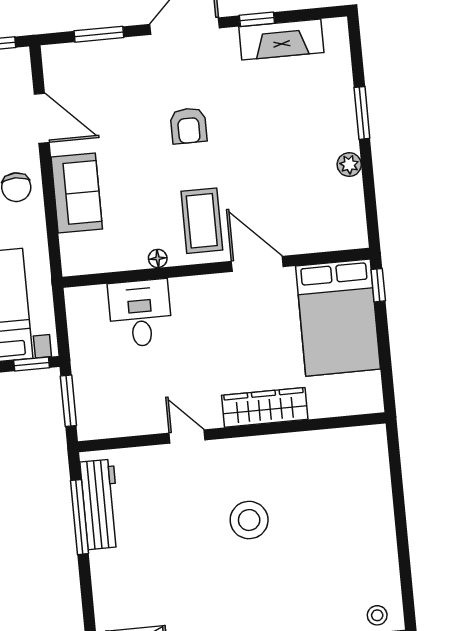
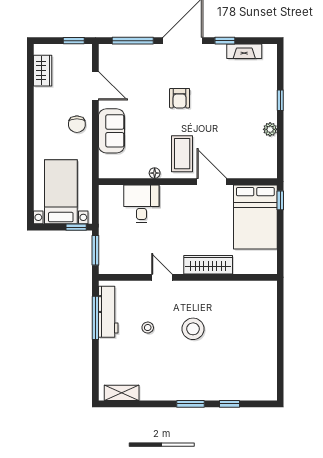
window: (99, 34) -> (133, 41), width x1.44
fireplace: (281, 40) -> (244, 51), width x0.73, depth x0.76
window: (362, 113) -> (280, 100), width x0.67
stool: (377, 615) -> (148, 328), moved

